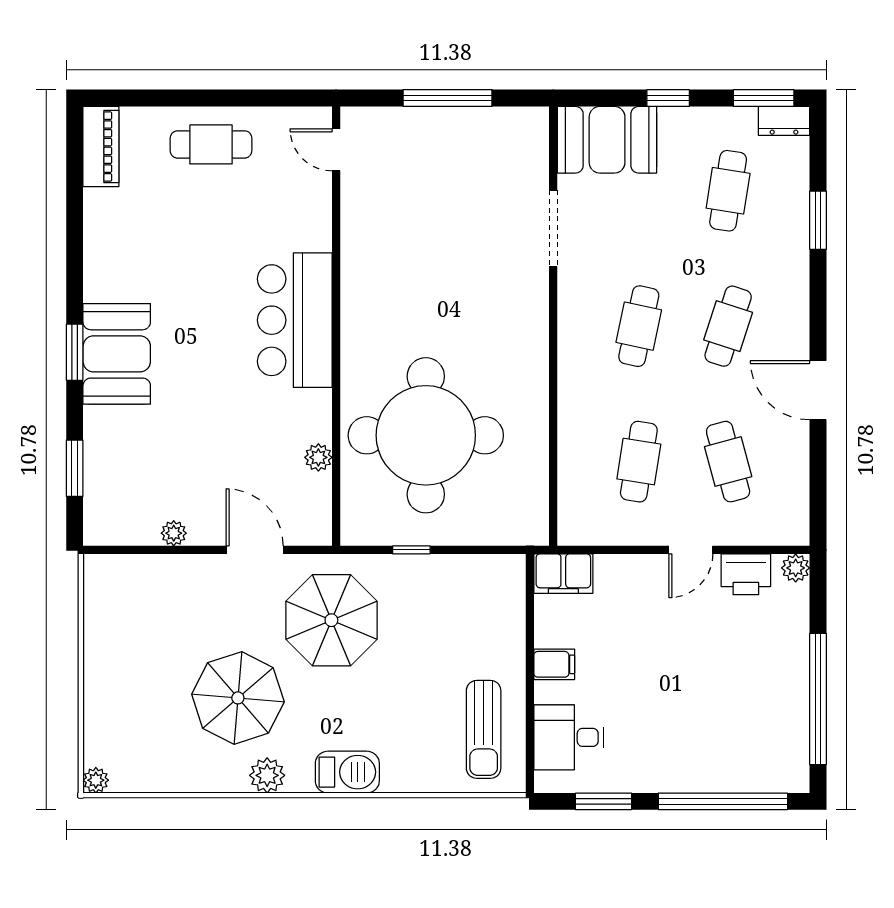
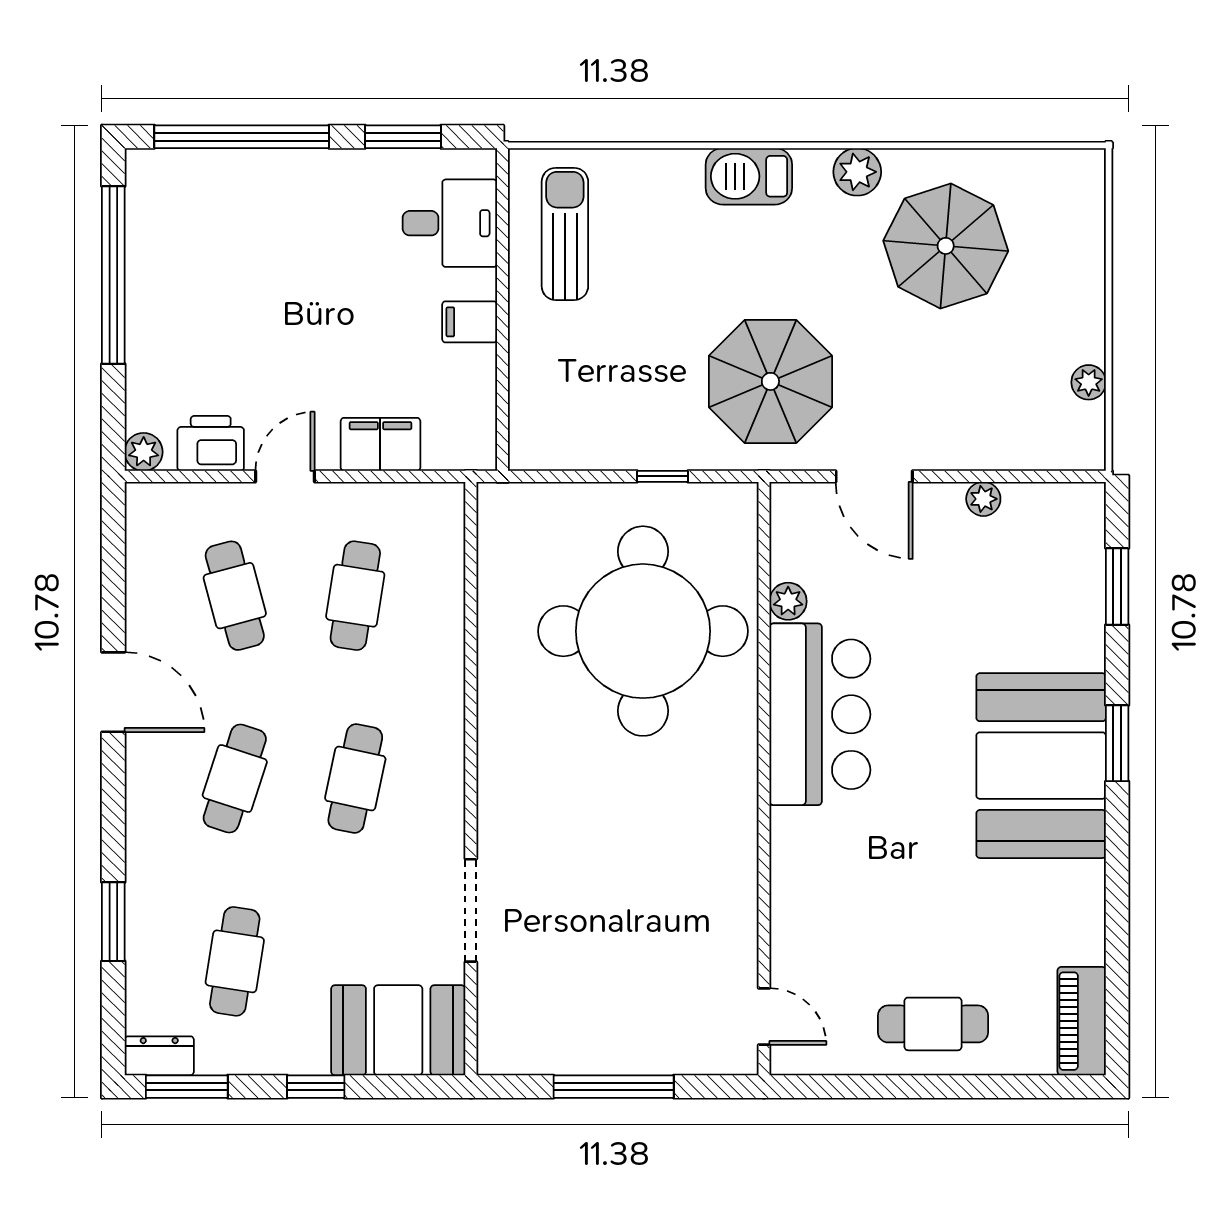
bar counter: (295, 320) -> (820, 714), moved
booth: (117, 354) -> (1041, 766), width x1.36, depth x1.42
filing cabinet: (563, 574) -> (380, 444), moved
parasol: (238, 698) -> (946, 246), moved
plant: (96, 780) -> (1089, 382), moved

